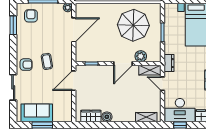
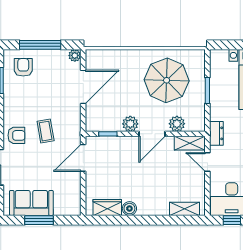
plant: (107, 56) -> (130, 124), added

